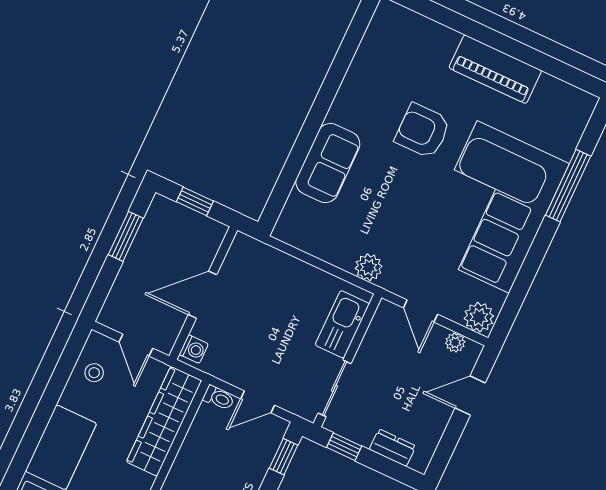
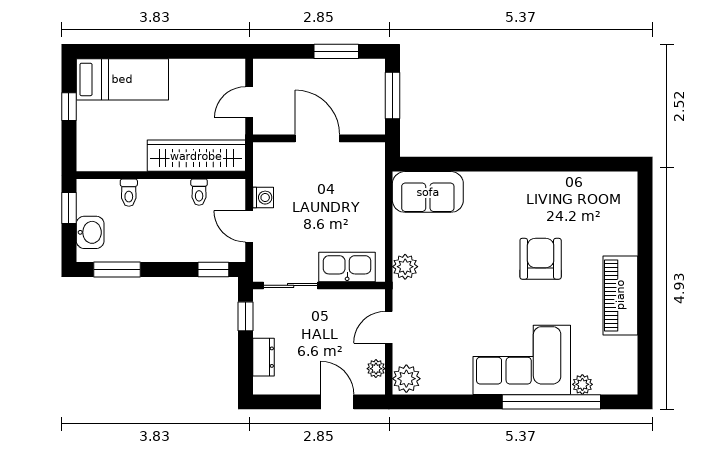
plant: (565, 147) -> (582, 384), added
sofa: (328, 163) -> (428, 192), moved
window: (568, 186) -> (551, 402), width x1.46
window: (195, 201) -> (392, 96), width x1.50
corner sofa: (493, 207) -> (522, 360), width x0.73, depth x0.74
washing machine: (194, 349) -> (263, 198), moved, turned -90
stool: (94, 373) -> (210, 78), removed
toilet: (219, 398) -> (199, 192), moved

